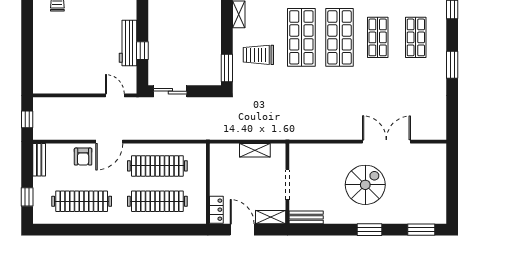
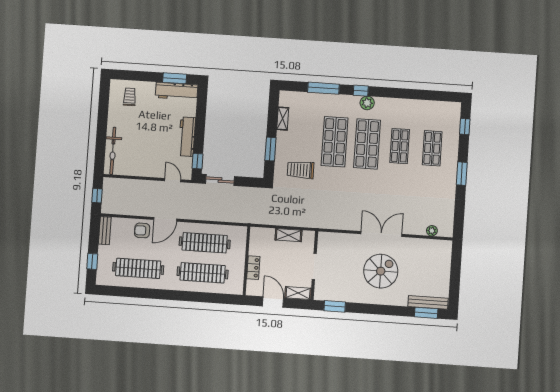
window: (142, 51) -> (198, 161), moved
trolley: (258, 55) -> (301, 170), moved
bicycle: (42, 66) -> (113, 151), added
window: (227, 68) -> (270, 149), moved
plant: (422, 134) -> (432, 231), added
double door: (386, 142) -> (381, 234), moved
armchair: (83, 157) -> (142, 230), turned 90
locker: (216, 210) -> (253, 268), moved
bench: (306, 217) -> (428, 302), moved, width x1.36
window: (370, 230) -> (335, 306), moved

